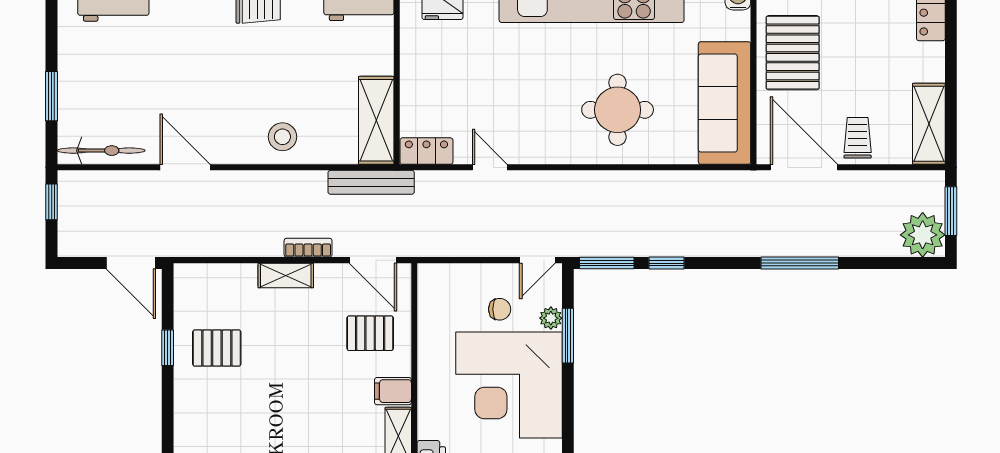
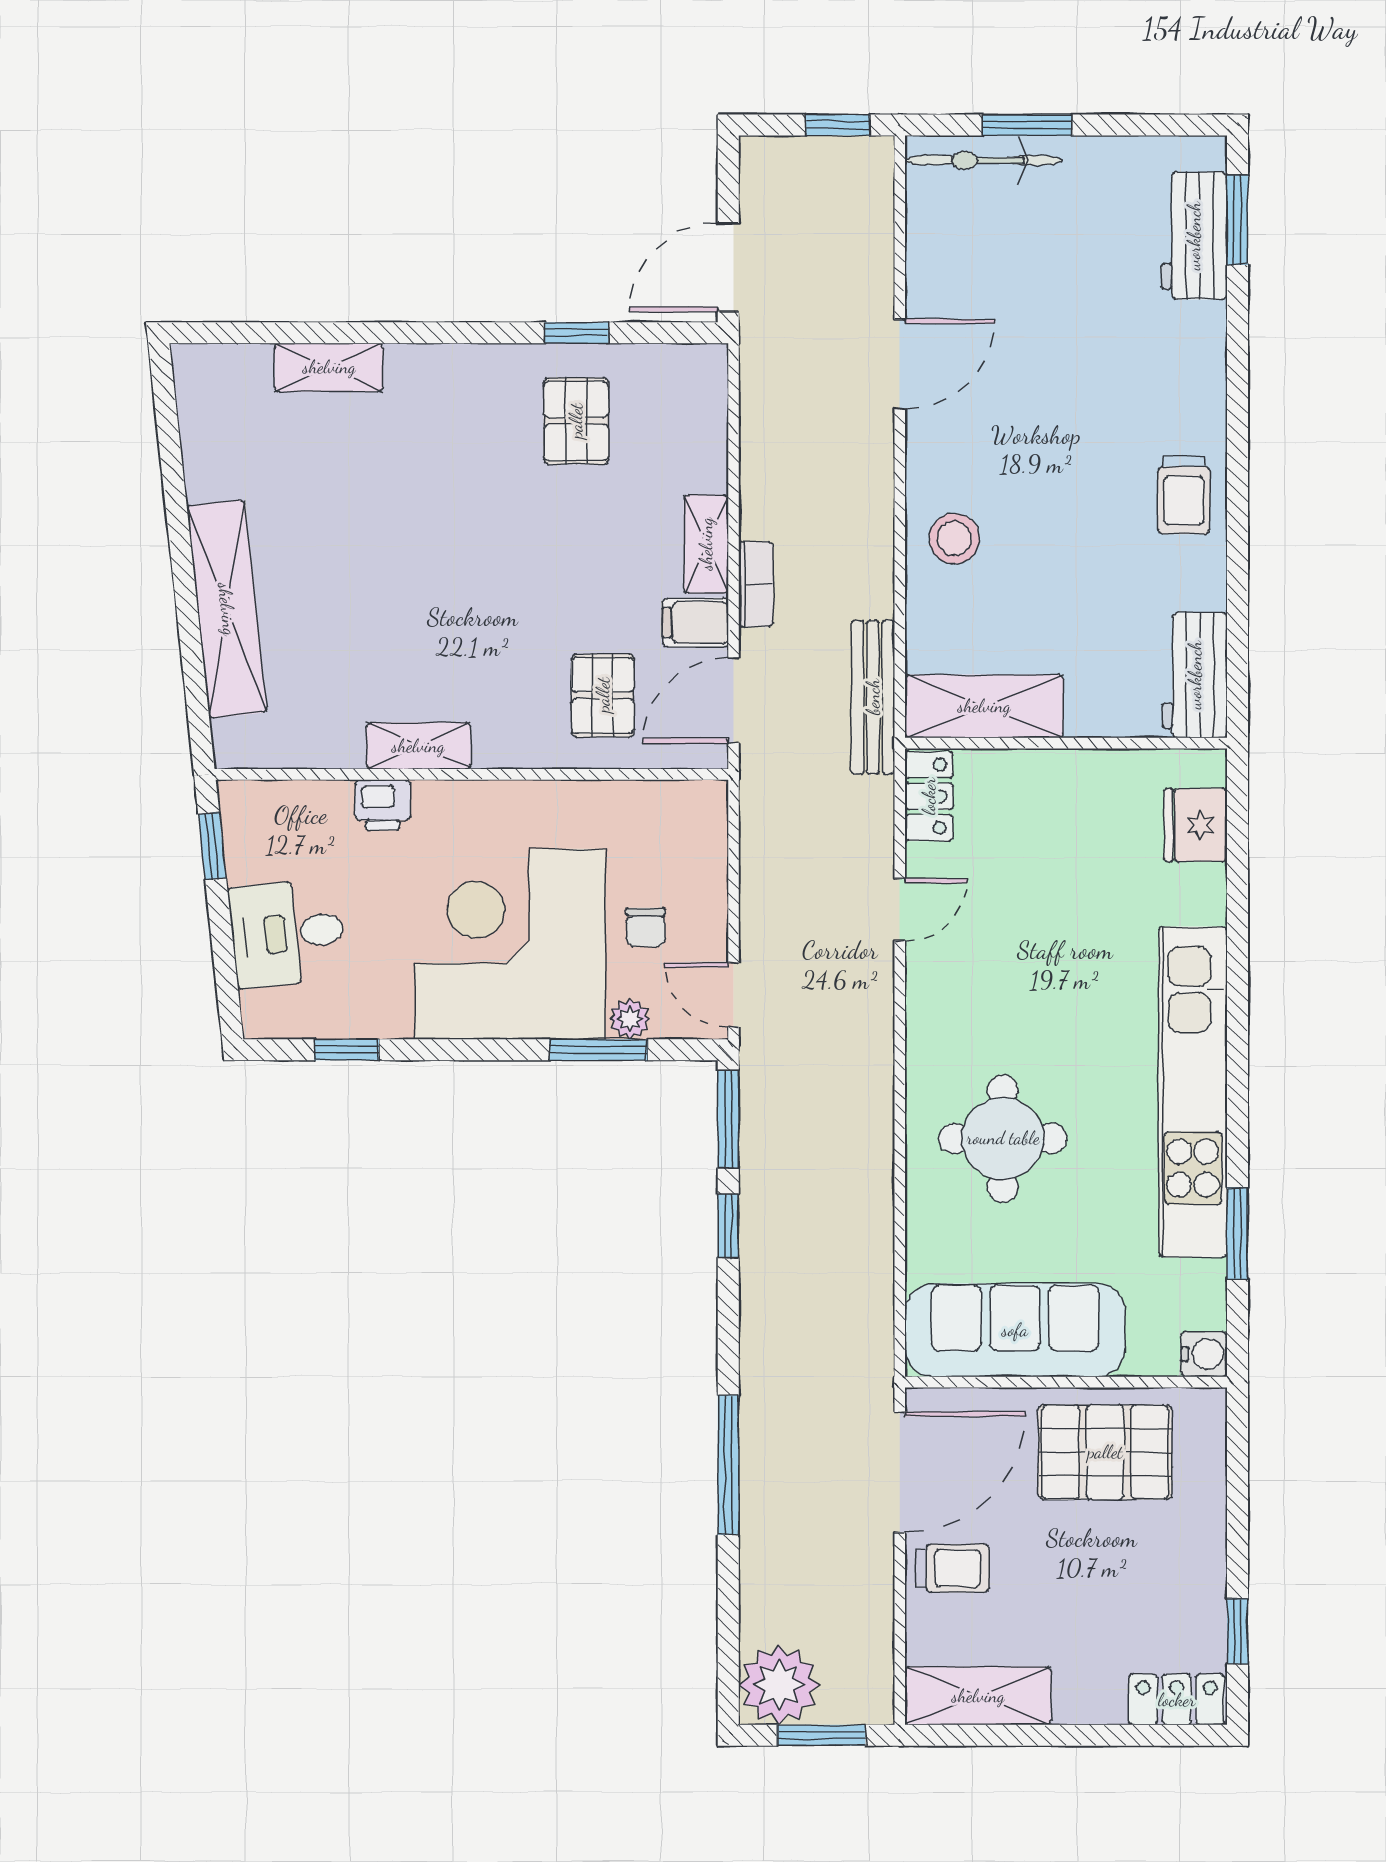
bicycle: (101, 151) -> (983, 160), moved, turned 90
filing cabinet: (393, 391) -> (696, 623), moved, turned -90

